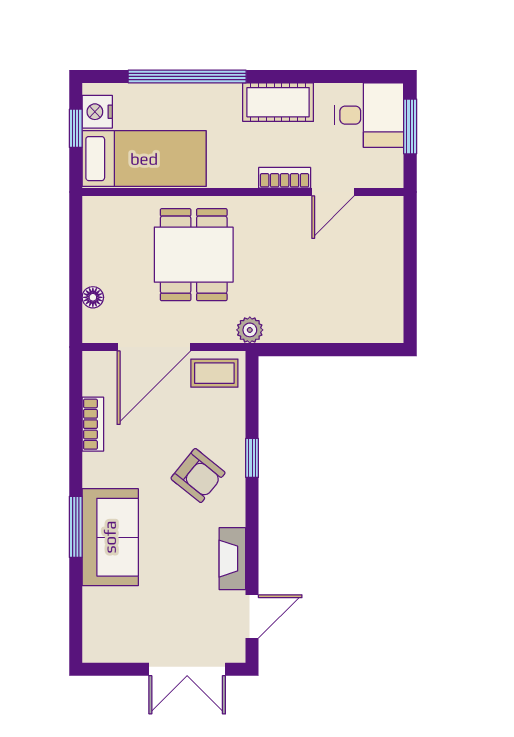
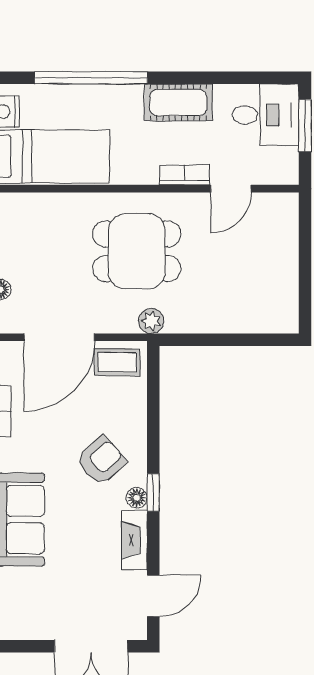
dining table: (194, 255) -> (137, 251), moved, turned 90
window: (252, 458) -> (153, 493), moved
armchair: (198, 476) -> (101, 460), turned -81
floor lamp: (235, 514) -> (137, 498), added

